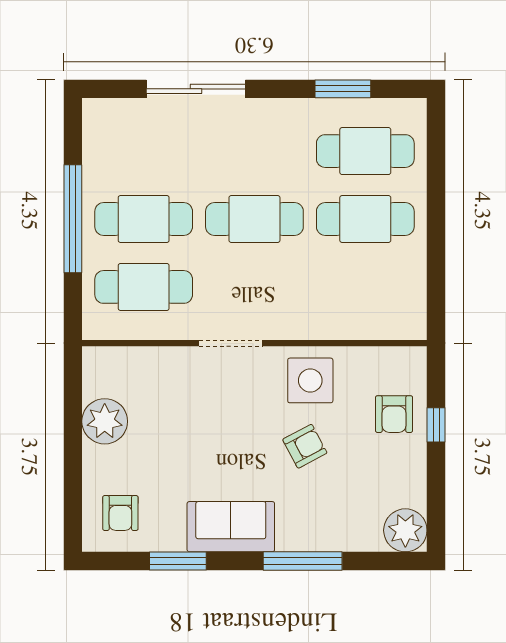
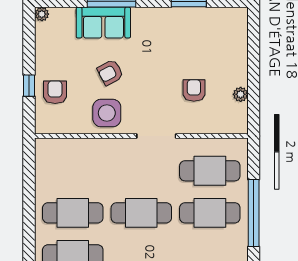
plant: (105, 421) -> (241, 94), width x0.53, depth x0.53
armchair: (120, 513) -> (194, 90), moved
sofa: (231, 527) -> (103, 23), moved
plant: (405, 530) -> (42, 14), width x0.53, depth x0.53

